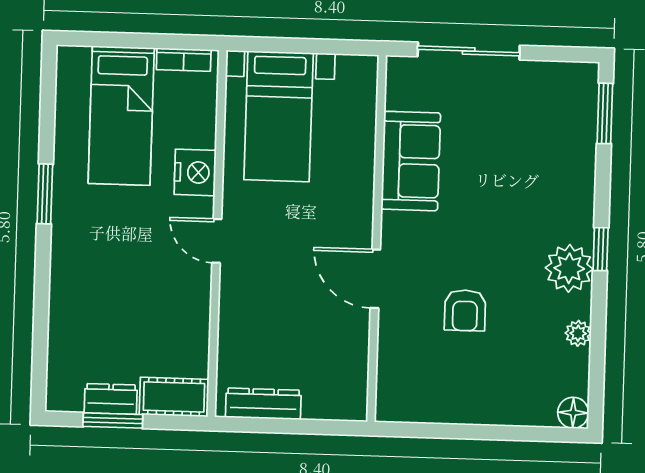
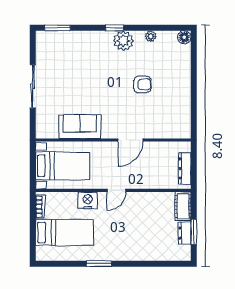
sofa: (411, 161) -> (80, 127), moved
wall: (377, 238) -> (113, 140), moved
door: (375, 279) -> (130, 140), moved

